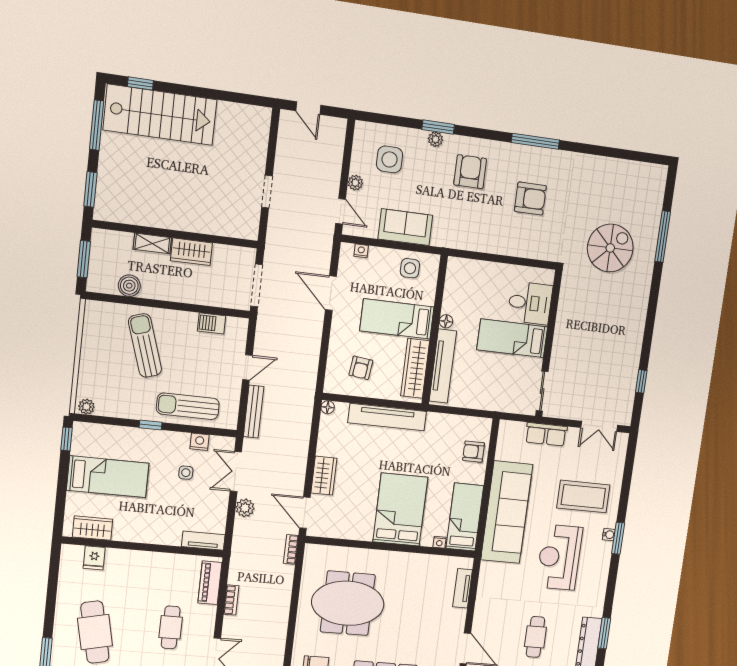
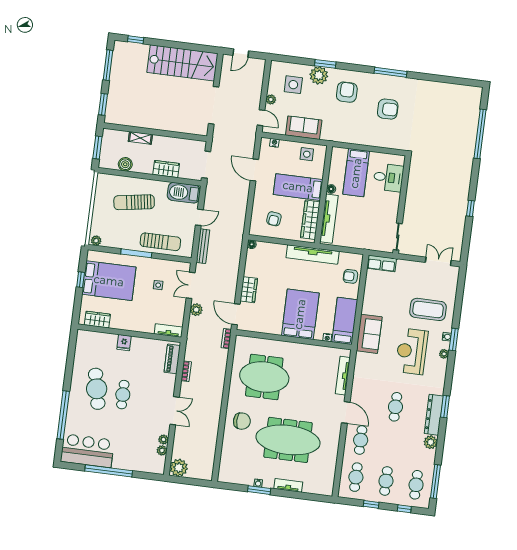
door: (308, 108) -> (241, 53), hinge flipped
stairs: (160, 115) -> (182, 63), moved
plant: (435, 139) -> (319, 75), width x1.88, depth x1.88
doorway: (267, 192) -> (214, 105), width x1.87
window: (663, 236) -> (480, 134), width x1.46
spiral stairs: (610, 248) -> (443, 141), removed
wardrobe: (191, 252) -> (166, 169), moved, turned 180
barbecue: (211, 323) -> (184, 193), width x1.88, depth x1.53
bed: (512, 338) -> (356, 173), moved, turned -90
sun lounger: (145, 346) -> (134, 202), turned -81
window: (641, 381) -> (470, 208), moved
sun lounger: (188, 406) -> (160, 242), turned 180
tv unit: (387, 417) -> (313, 254), moved
window: (151, 425) -> (136, 253), width x2.17
double door: (599, 426) -> (438, 261), swing flipped
row of seats: (546, 434) -> (382, 263), moved
window: (67, 439) -> (81, 280), moved
nightstand: (200, 442) -> (167, 265), removed
bed: (108, 477) -> (109, 281), width x1.50
sofa: (507, 512) -> (369, 334), width x0.54, depth x0.79
fridge: (94, 558) -> (124, 343), moved
plant: (604, 559) -> (444, 354), added
tv unit: (463, 588) -> (343, 376), width x1.41
cafe table: (171, 627) -> (123, 395), moved

